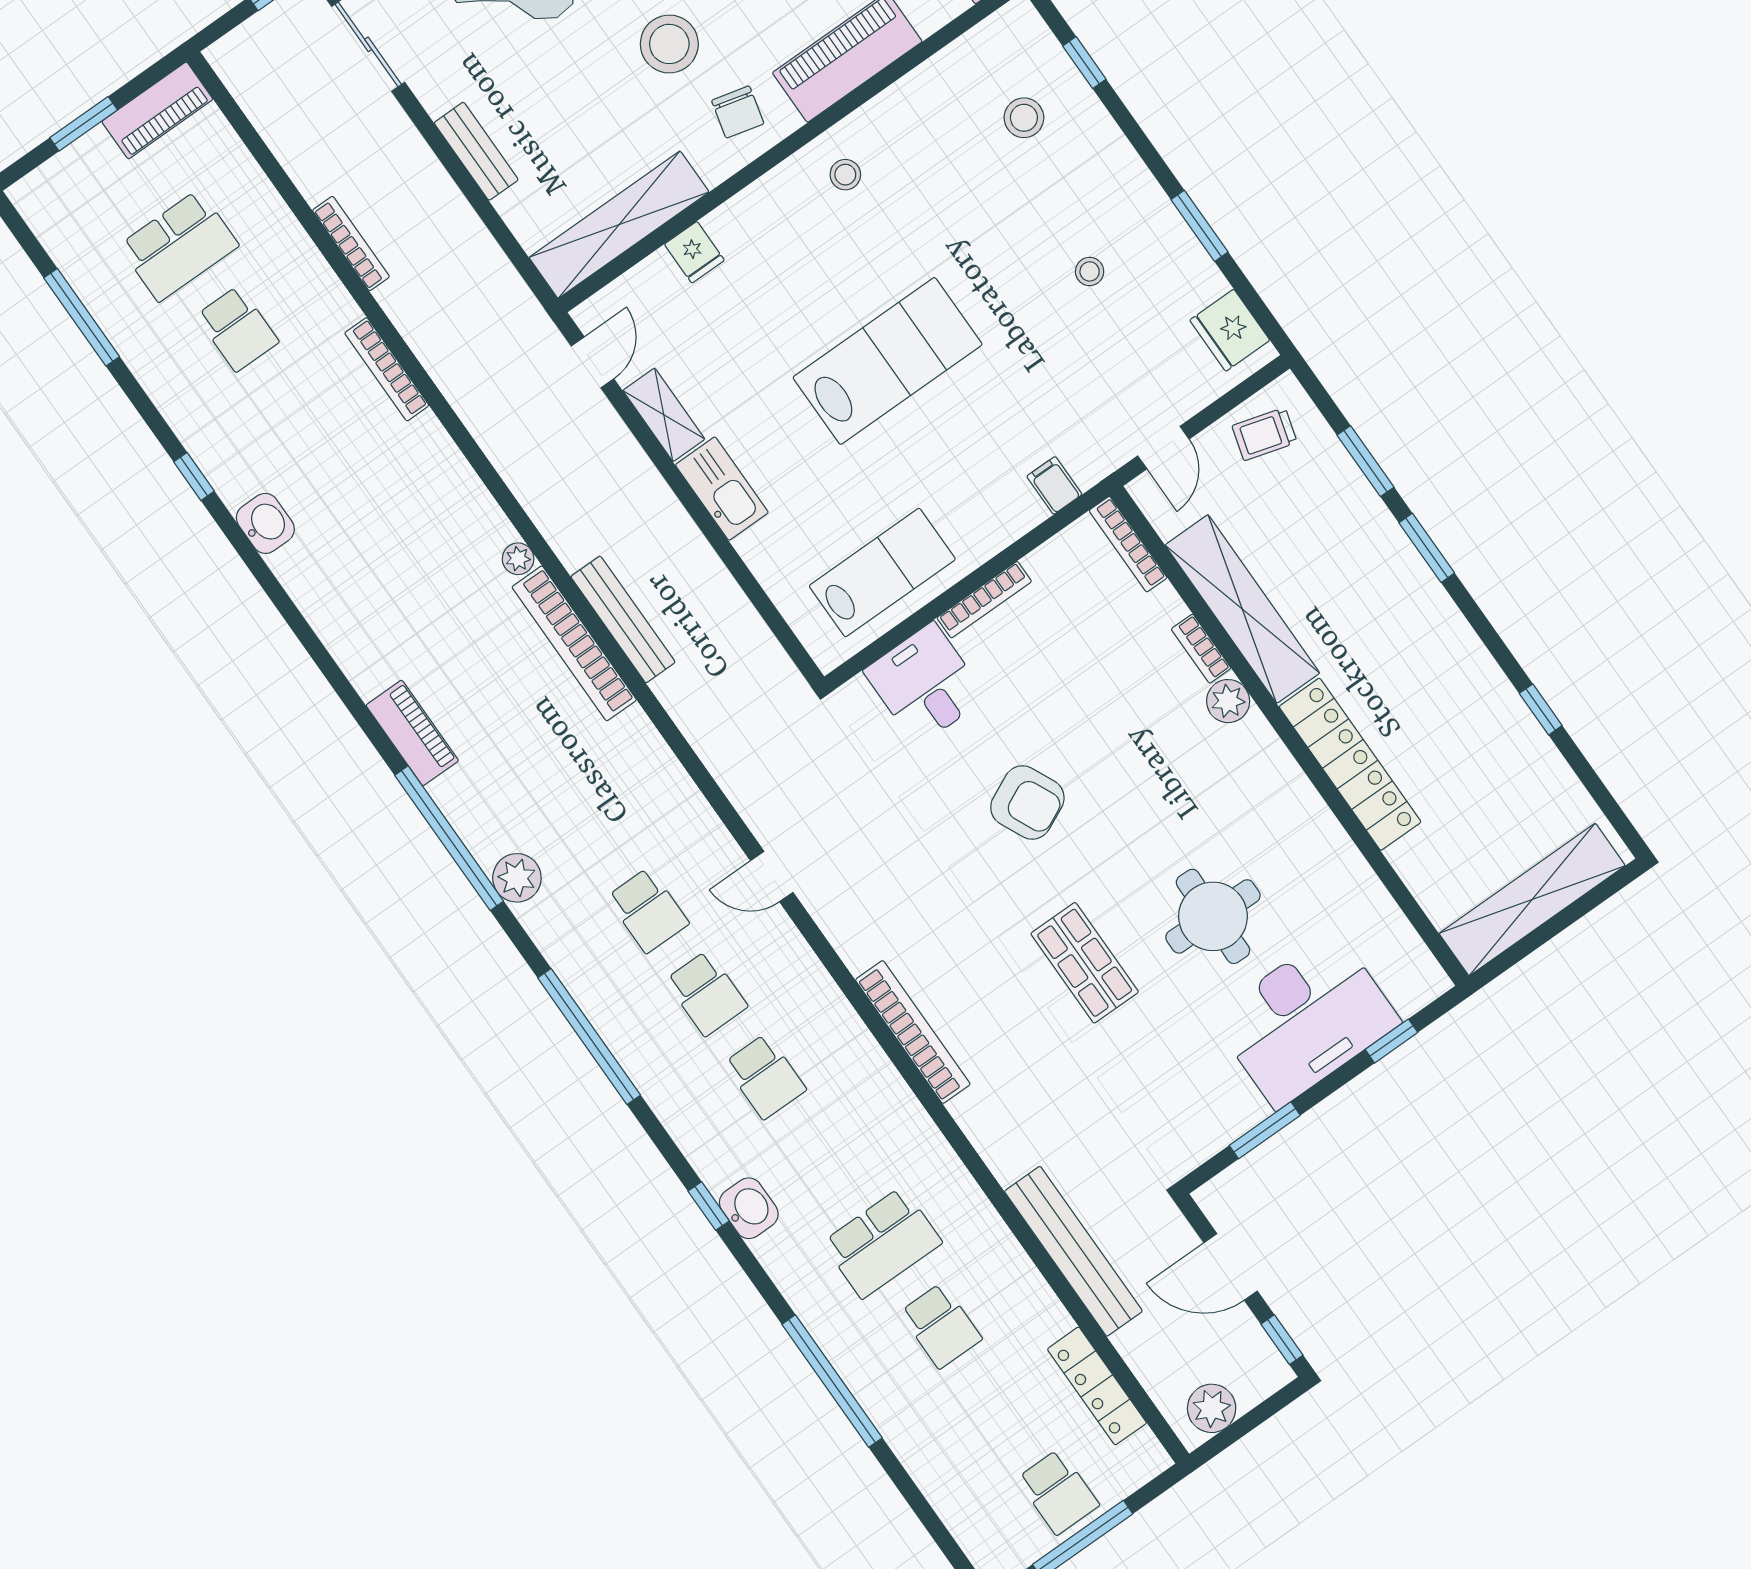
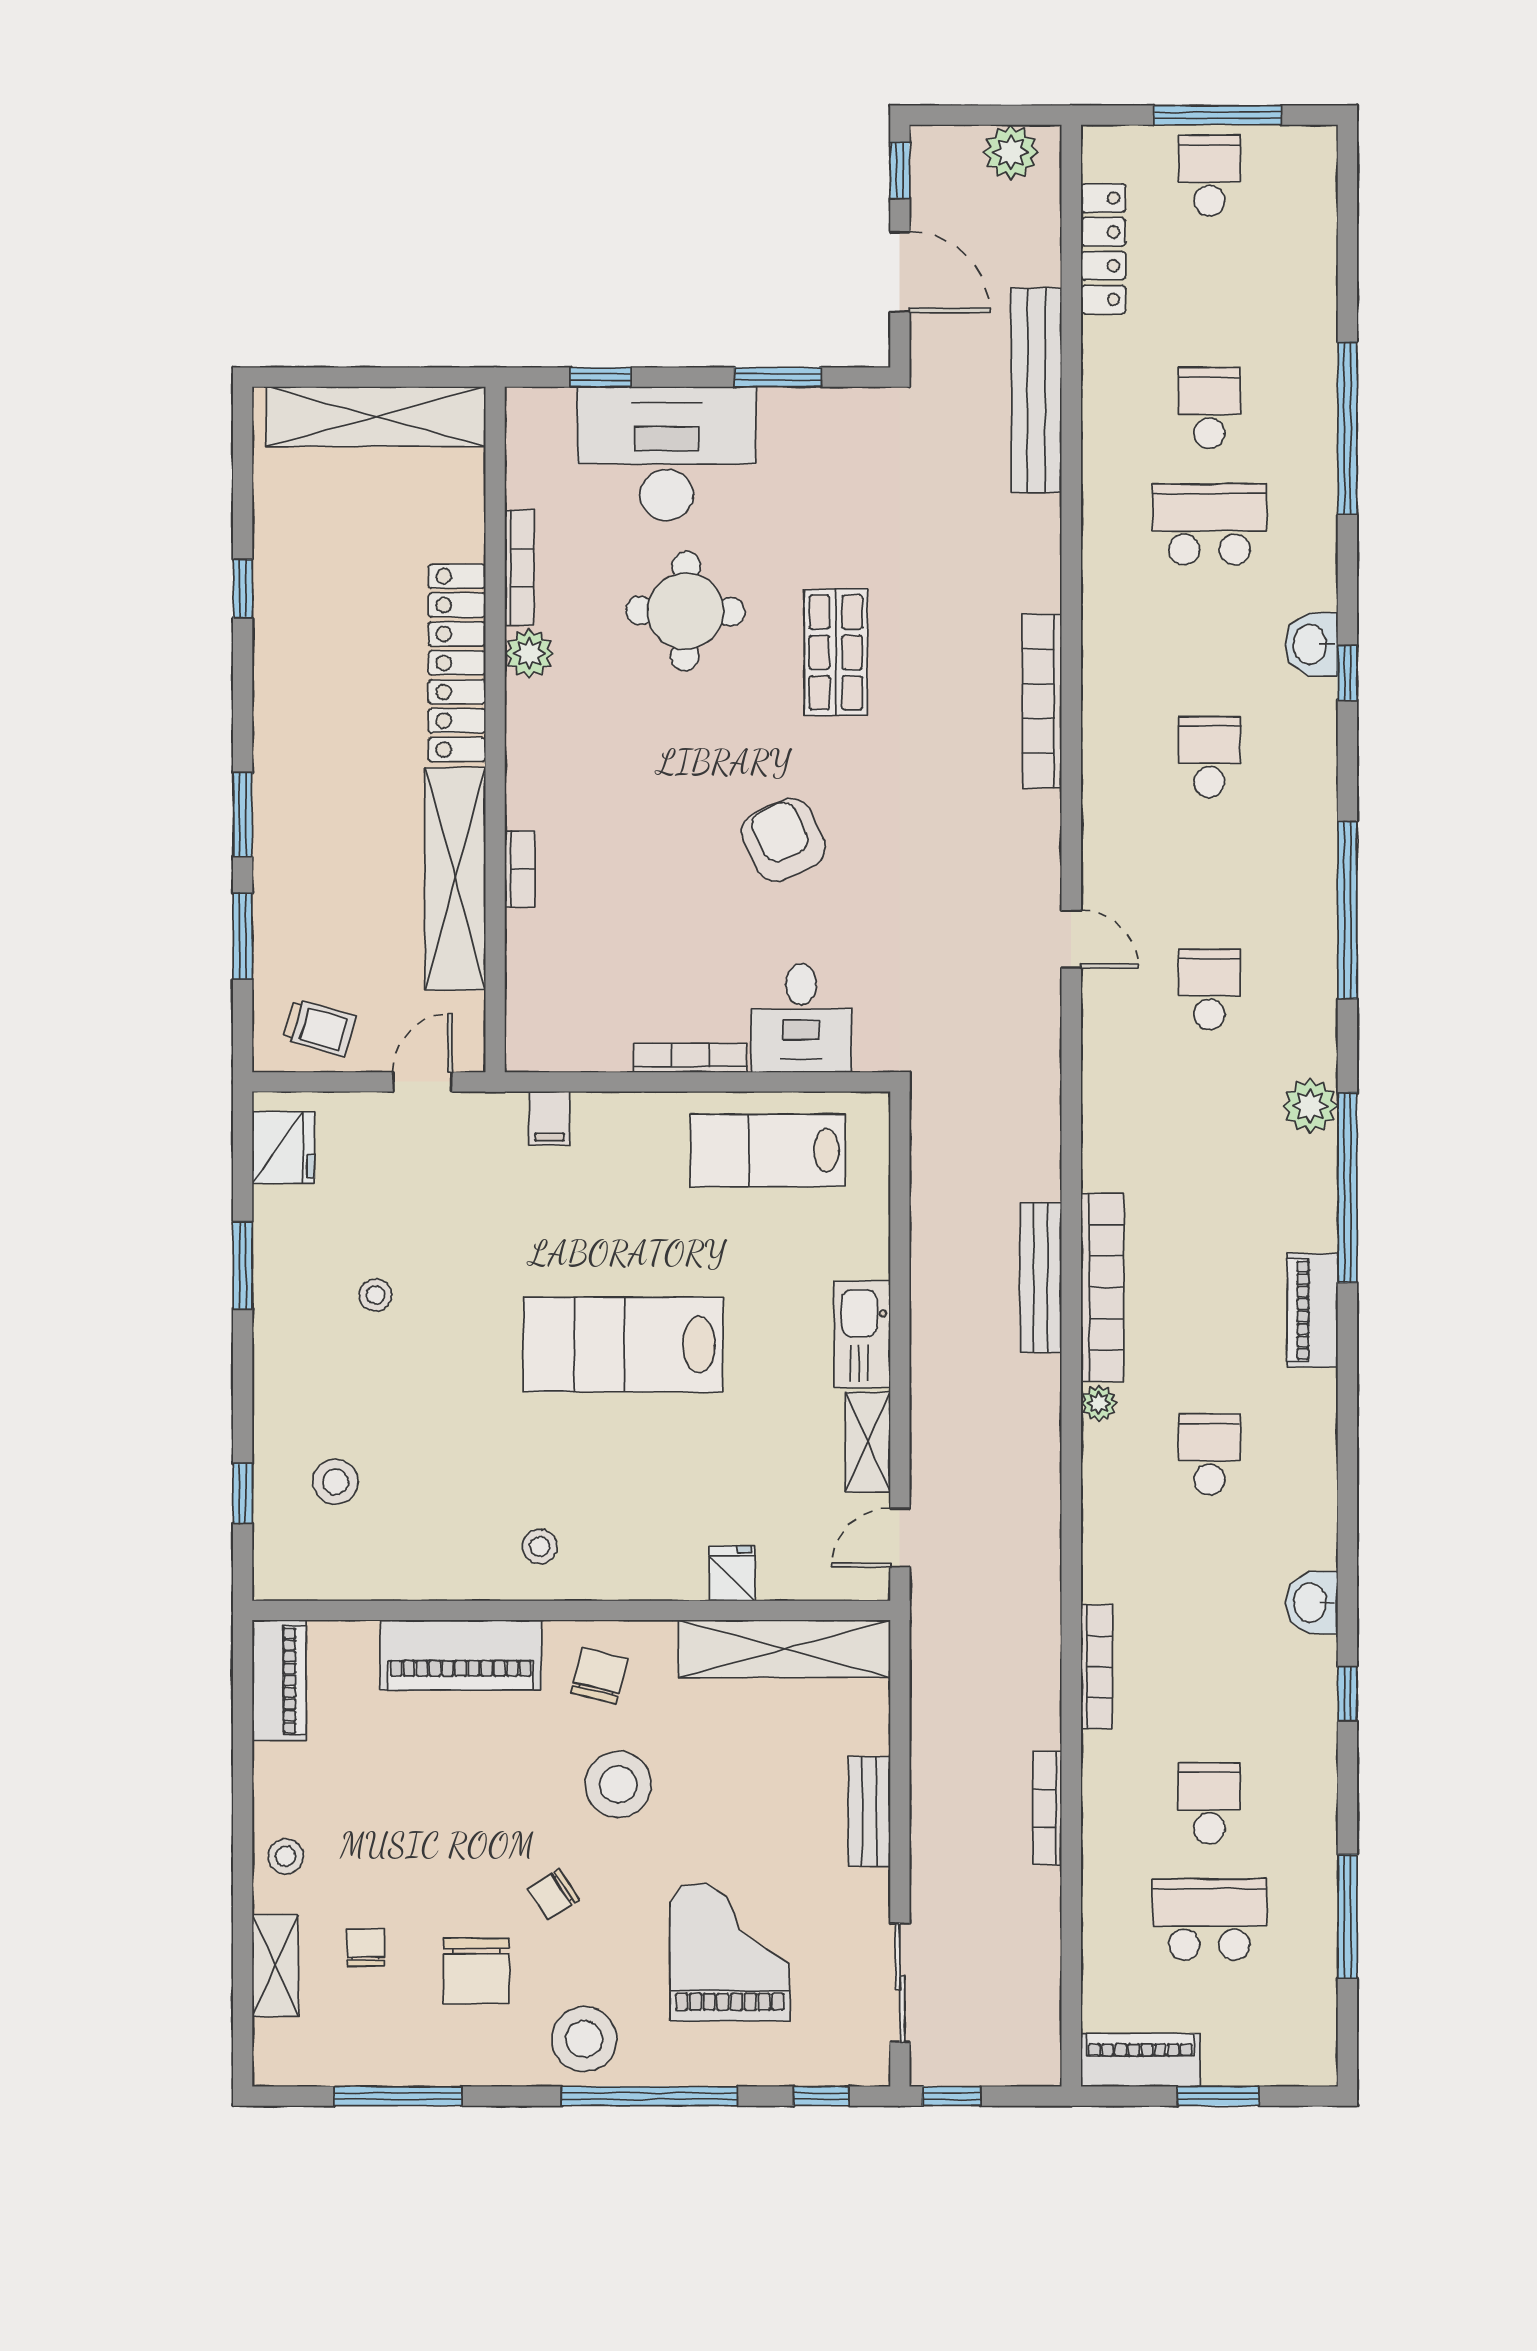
bookcase: (1128, 544) -> (519, 568), moved
plant: (1228, 701) -> (529, 653), moved
school desk: (706, 993) -> (1209, 1454), moved

